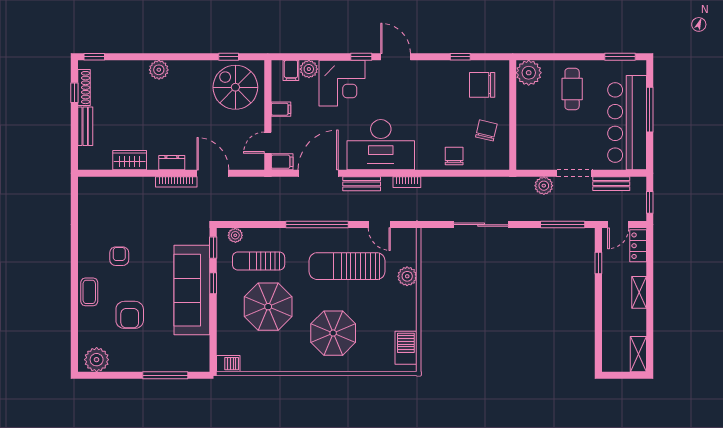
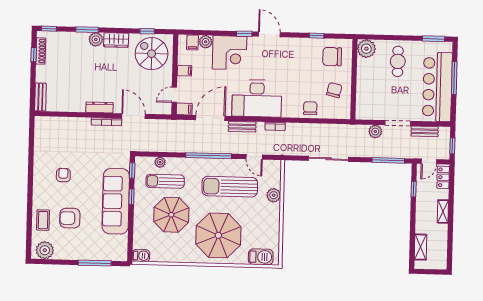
window: (146, 57) -> (87, 30), added
bench: (85, 126) -> (40, 97), moved
wardrobe: (130, 160) -> (116, 40), moved, turned 180
dresser: (172, 163) -> (99, 107), width x1.44
plant: (235, 235) -> (160, 162), moved
coffee table: (89, 292) -> (43, 220), moved
armchair: (130, 315) -> (70, 218), turned 90
parasol: (333, 333) -> (218, 235), width x1.36, depth x1.36
barbecue: (406, 348) -> (261, 257), moved, turned 90
shelving: (638, 354) -> (421, 247), moved

